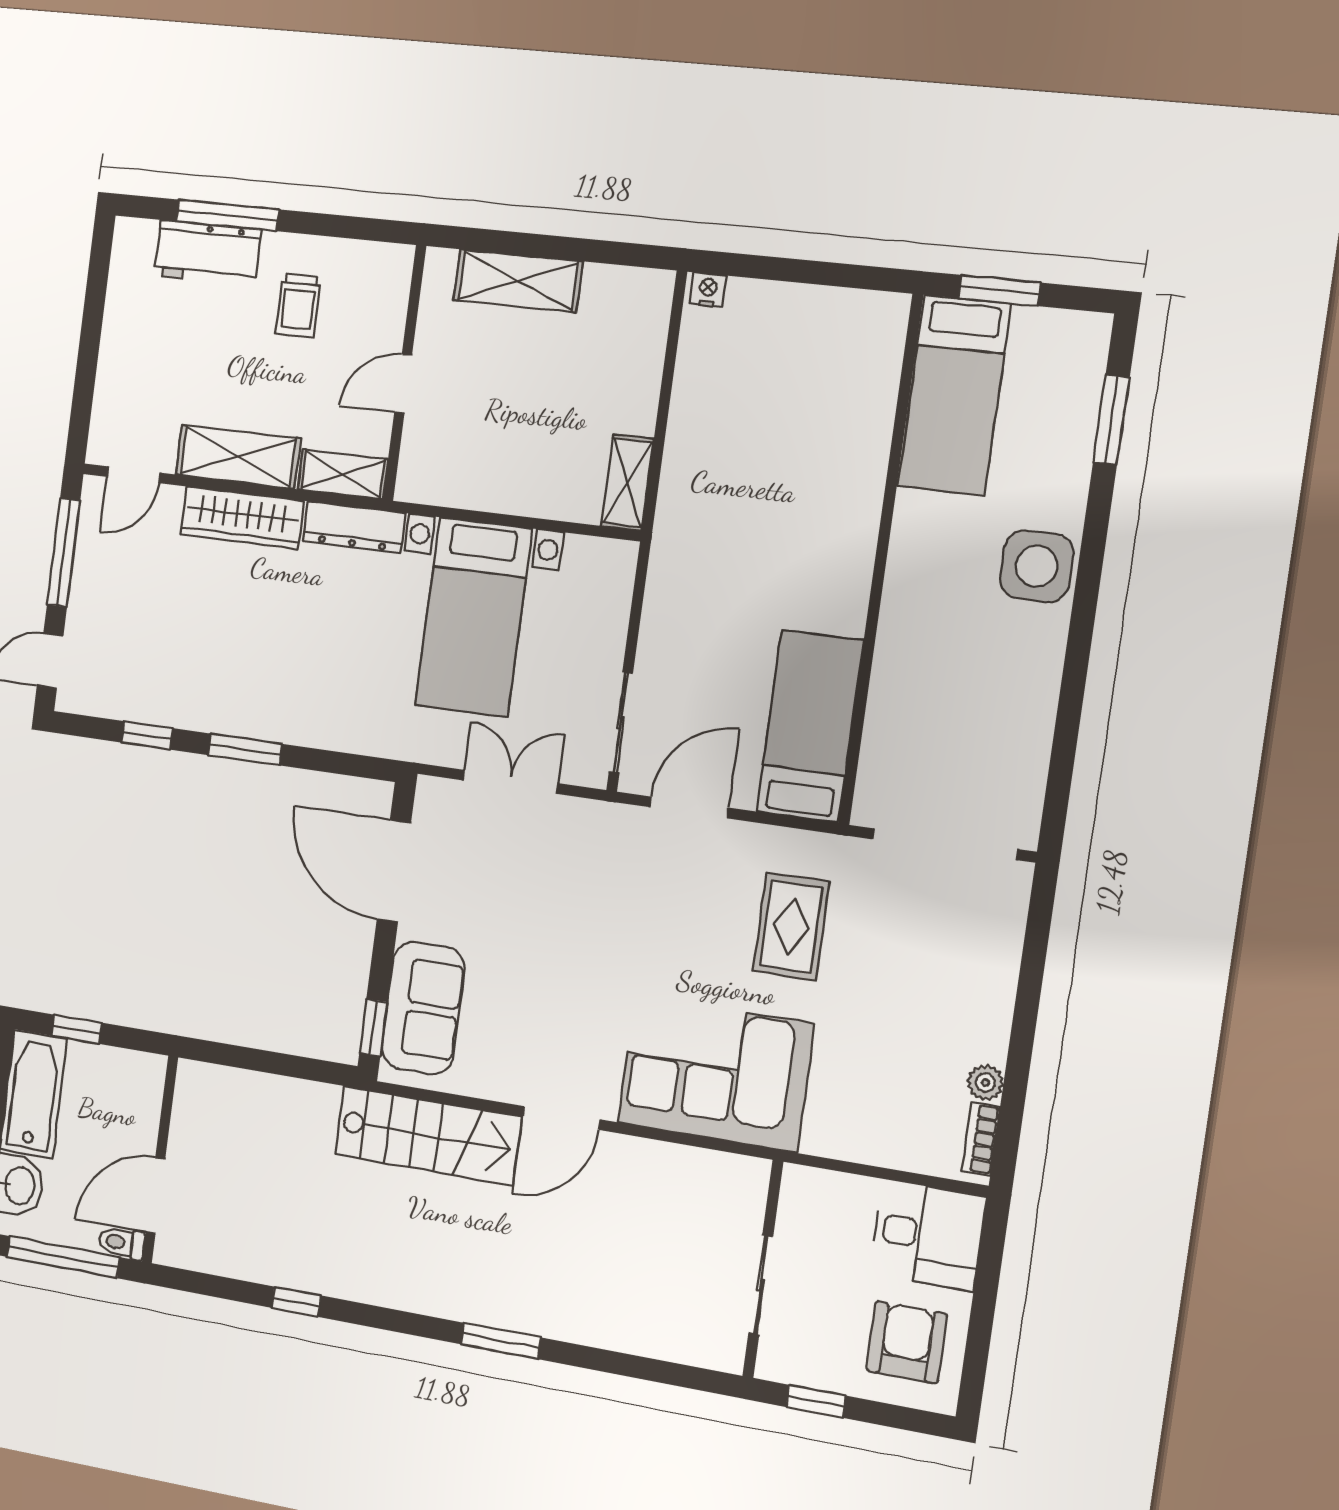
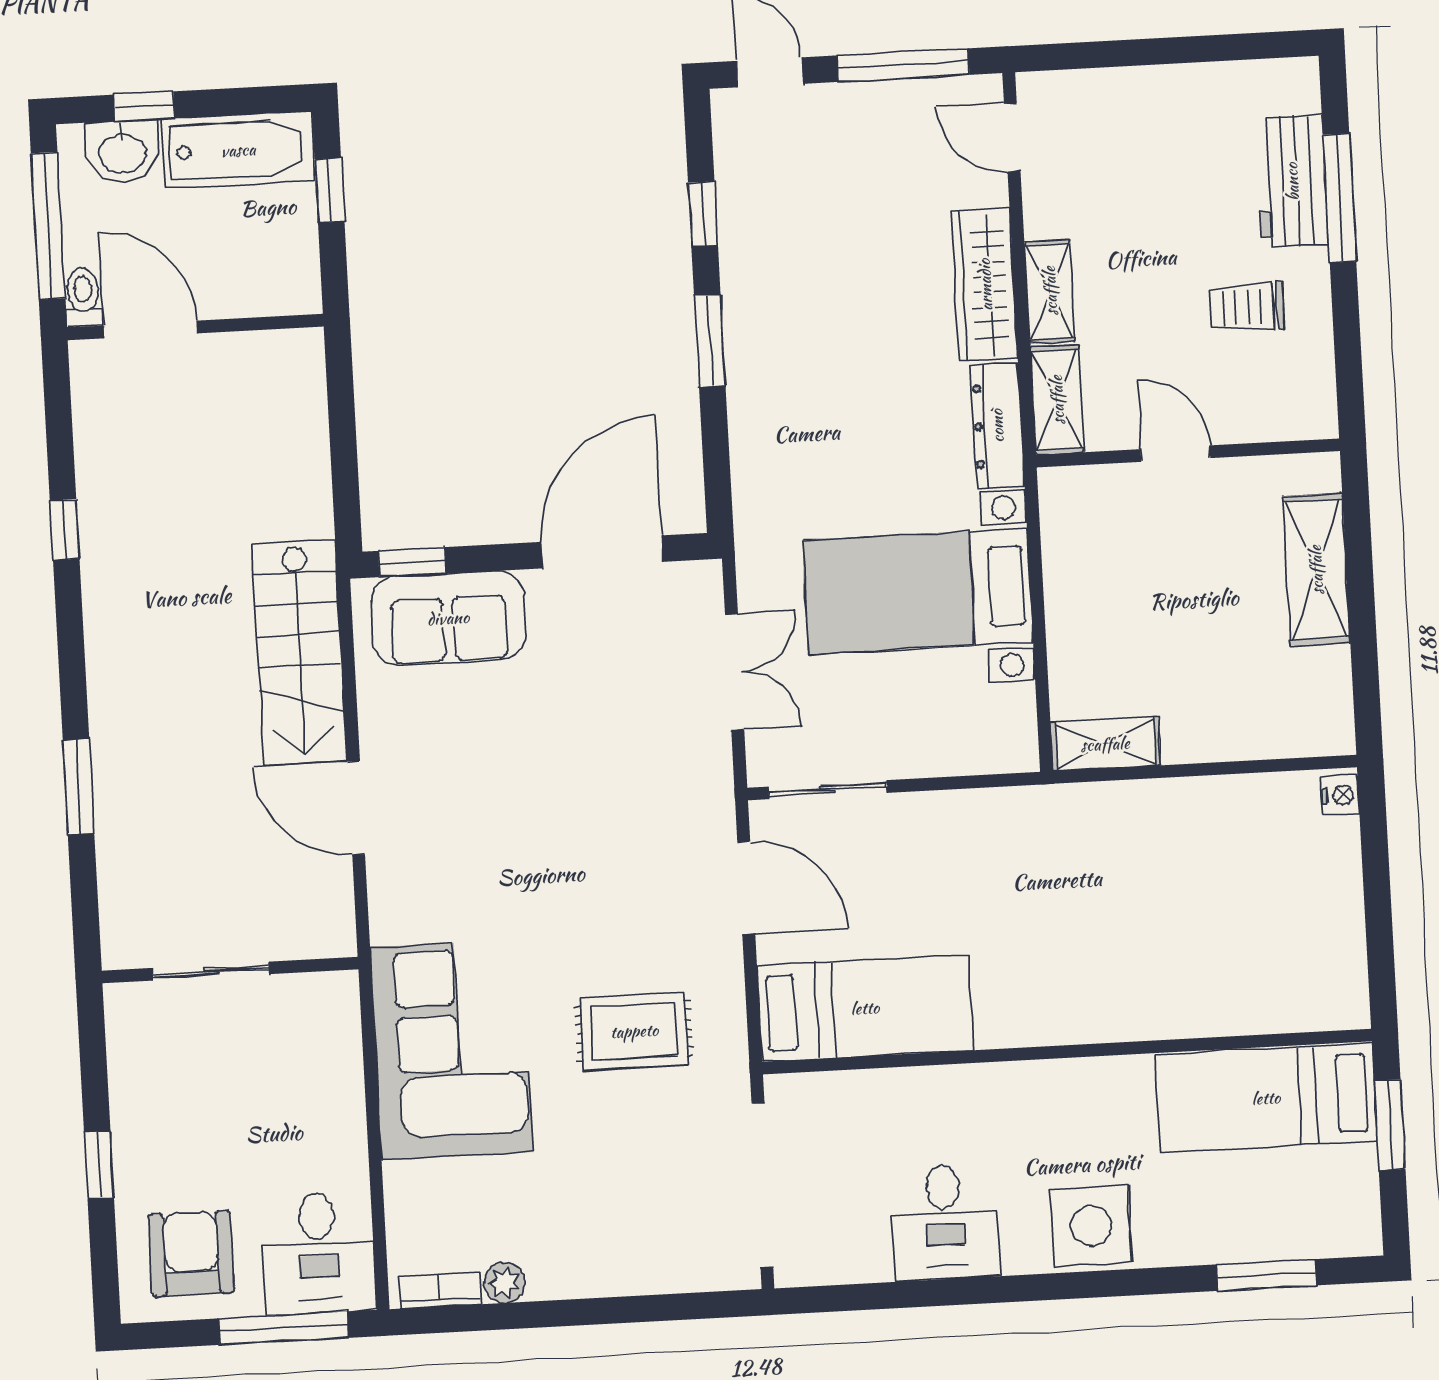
shelving: (238, 457) -> (1050, 291), width x0.67, depth x0.75
desk: (1008, 693) -> (945, 1222), added
corner sofa: (716, 1073) -> (452, 1050), moved
wall: (763, 1269) -> (230, 970), moved
window: (987, 1280) -> (283, 1328), added
sliding door: (761, 1285) -> (211, 971), moved
armchair: (907, 1342) -> (191, 1253), turned -90

